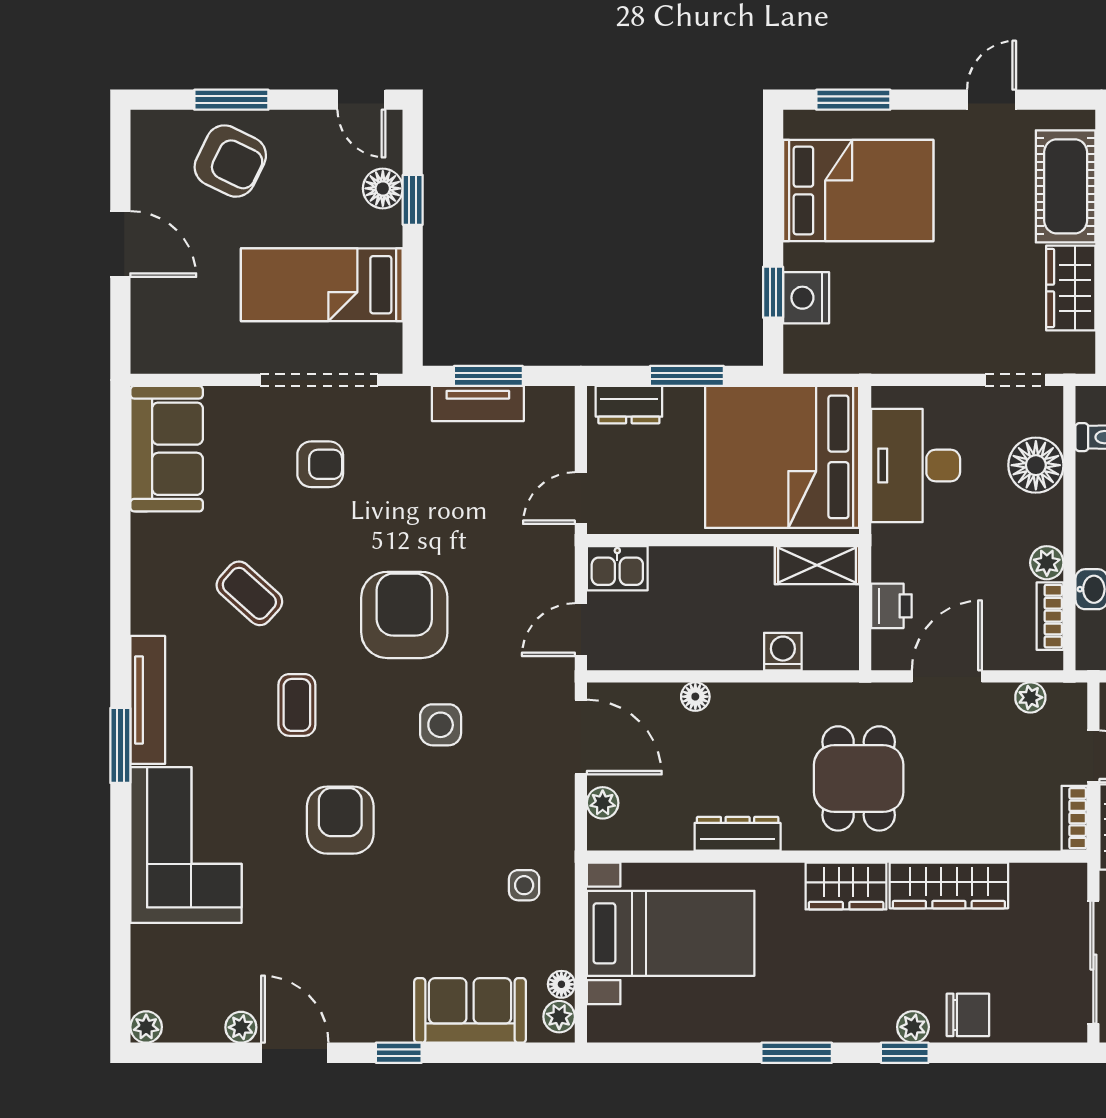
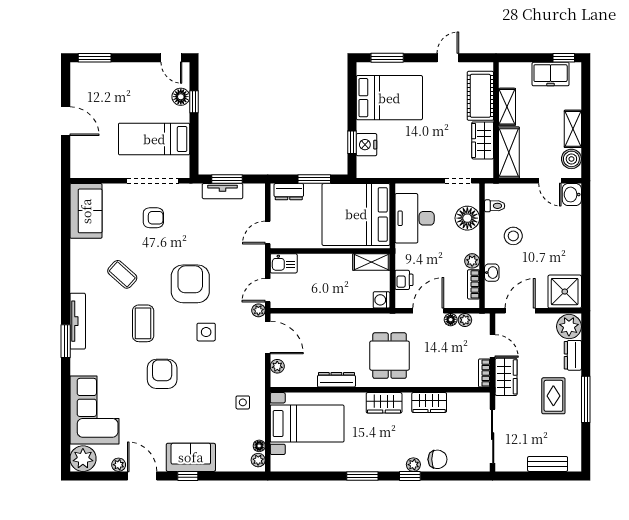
window: (231, 100) -> (95, 58), moved
armchair: (230, 161) -> (114, 85), removed
washing machine: (783, 652) -> (382, 300), moved, turned -90
plant: (560, 675) -> (258, 310), added
floor lamp: (695, 697) -> (451, 320), moved
coffee table: (297, 705) -> (143, 323), width x1.36, depth x1.30
corner sofa: (186, 845) -> (94, 410), moved
wardrobe: (949, 885) -> (429, 403), width x0.67
sofa: (470, 1010) -> (191, 457), moved
plant: (146, 1027) -> (83, 459), width x1.87, depth x1.87

